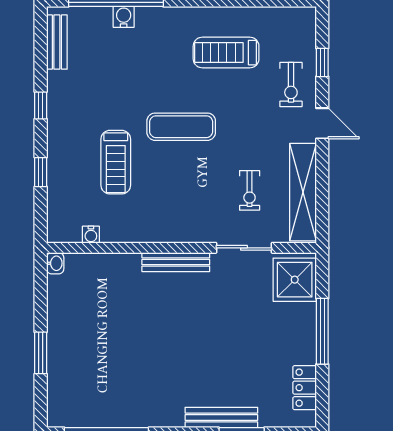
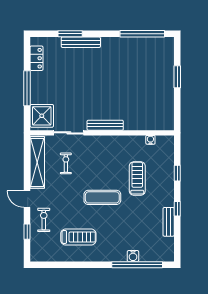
bench: (57, 42) -> (169, 222), moved
washbasin: (55, 263) -> (170, 125), removed

